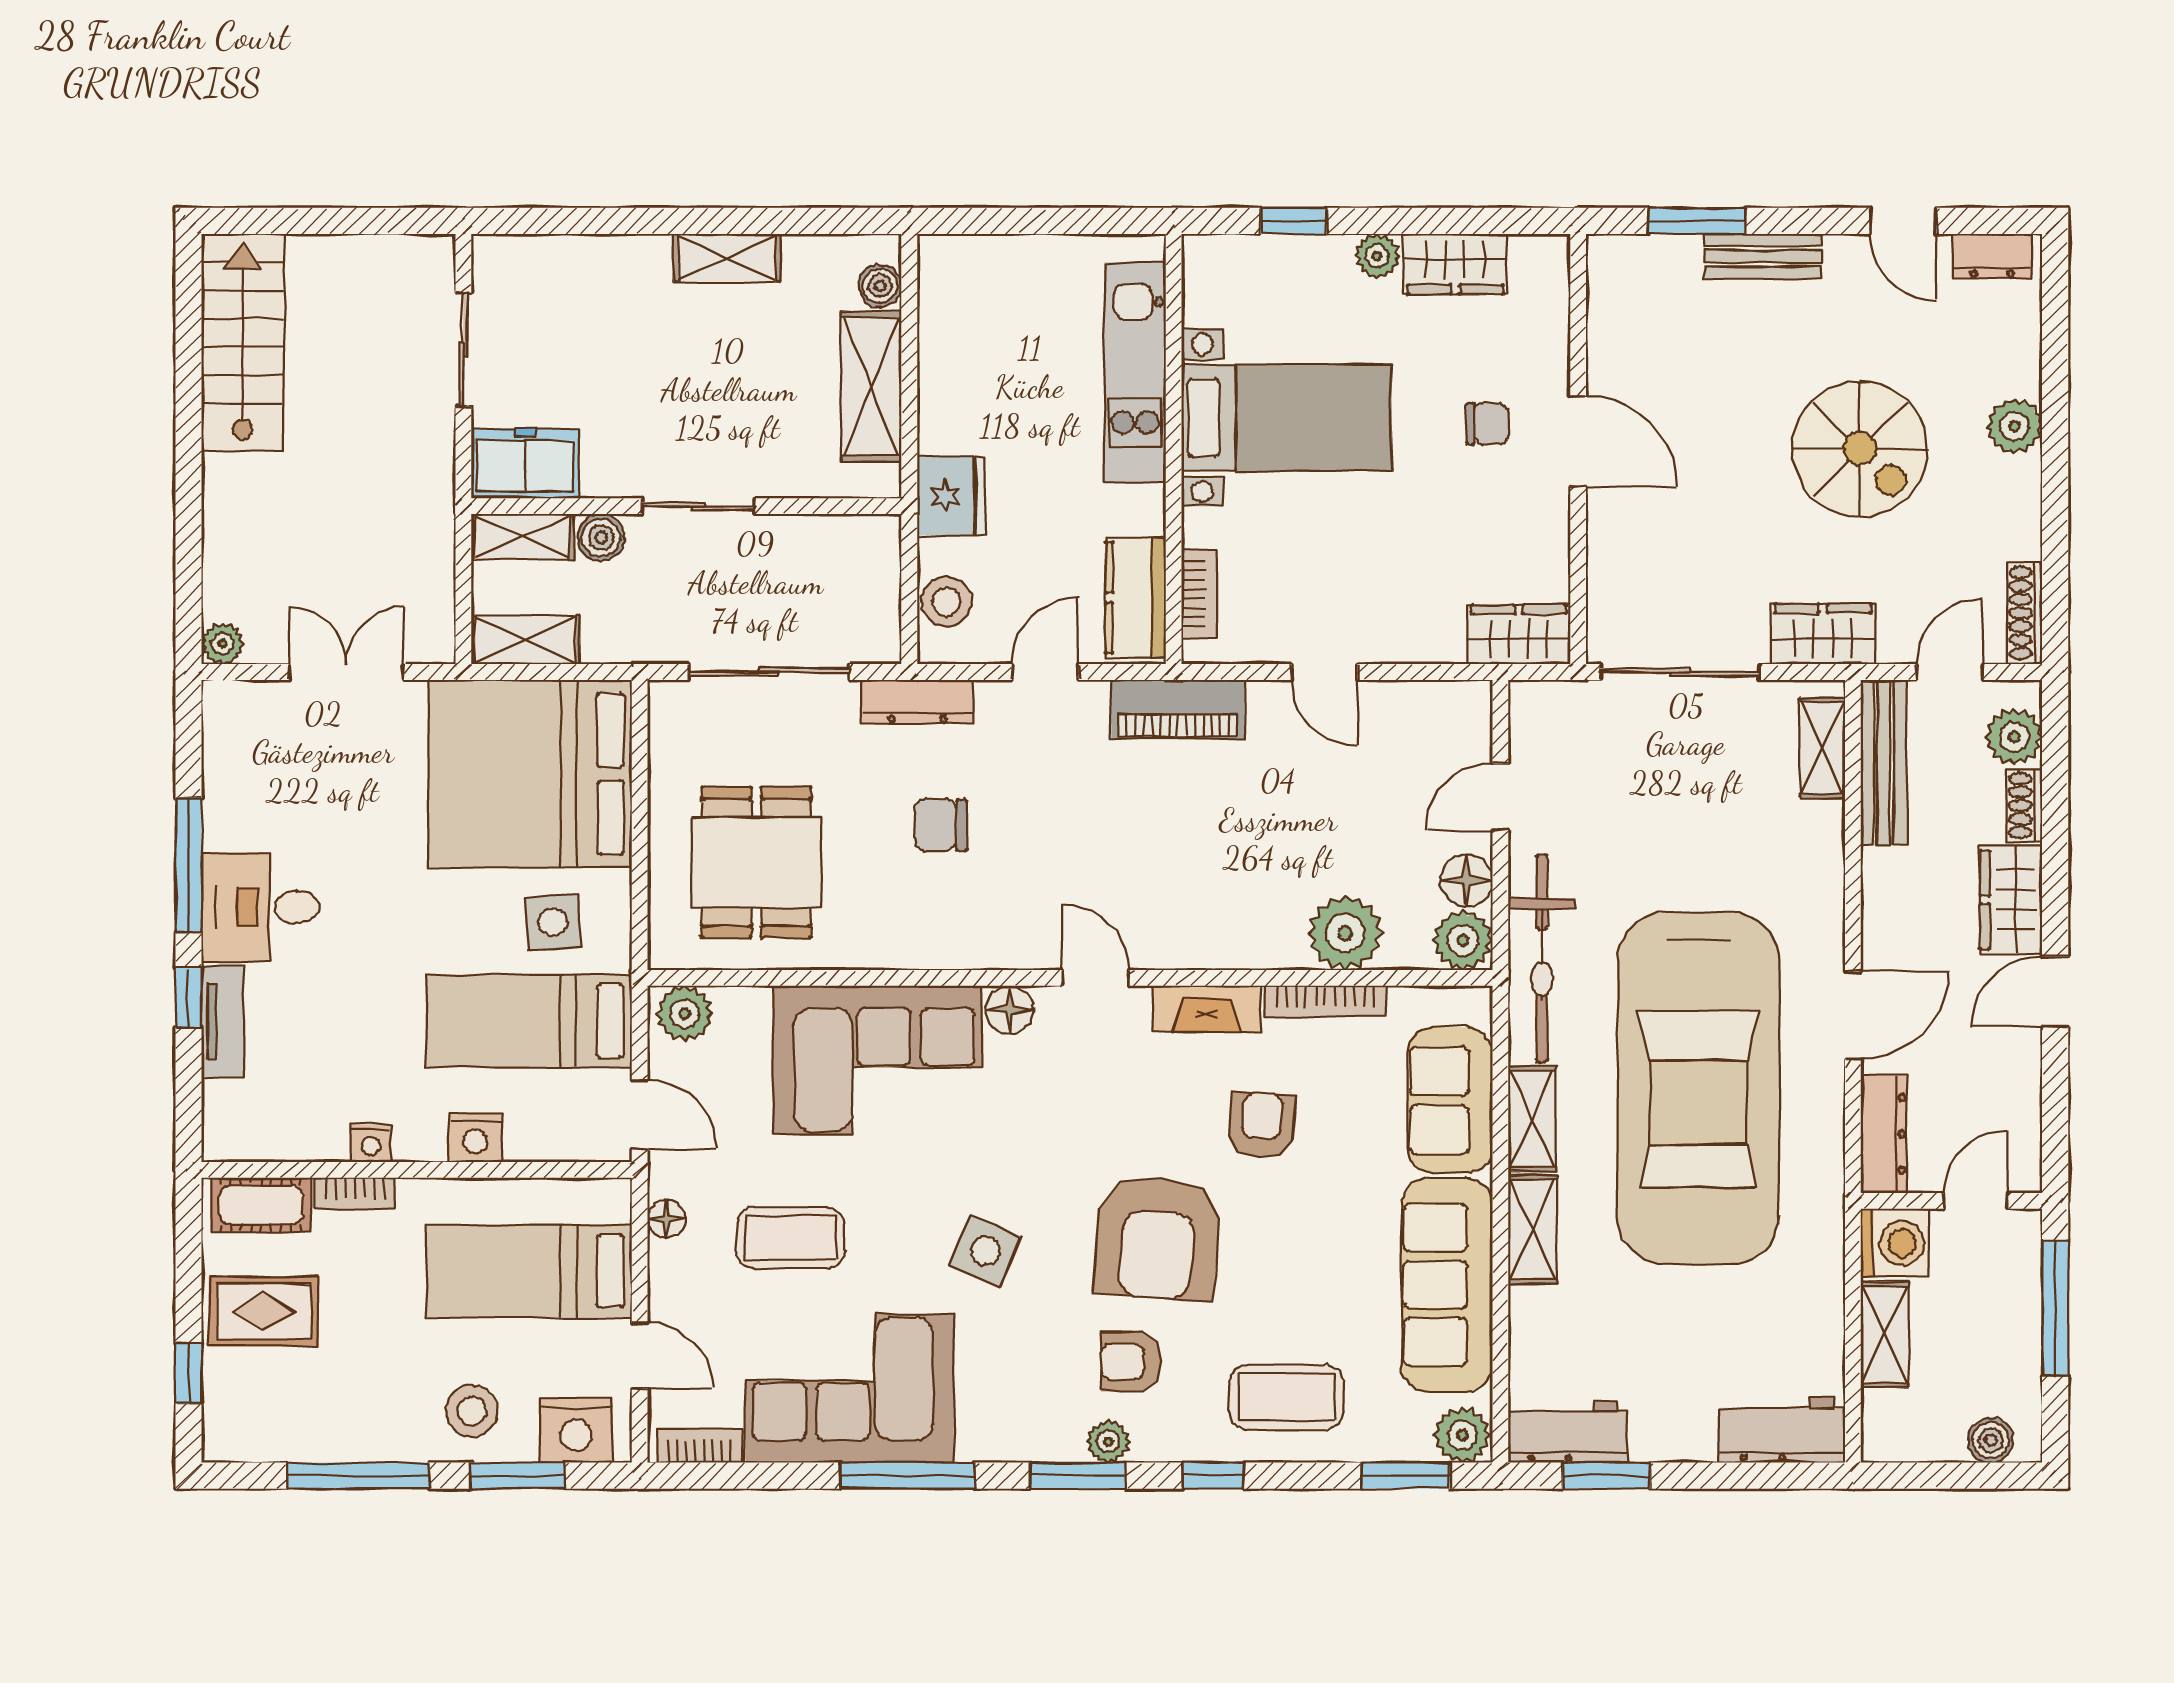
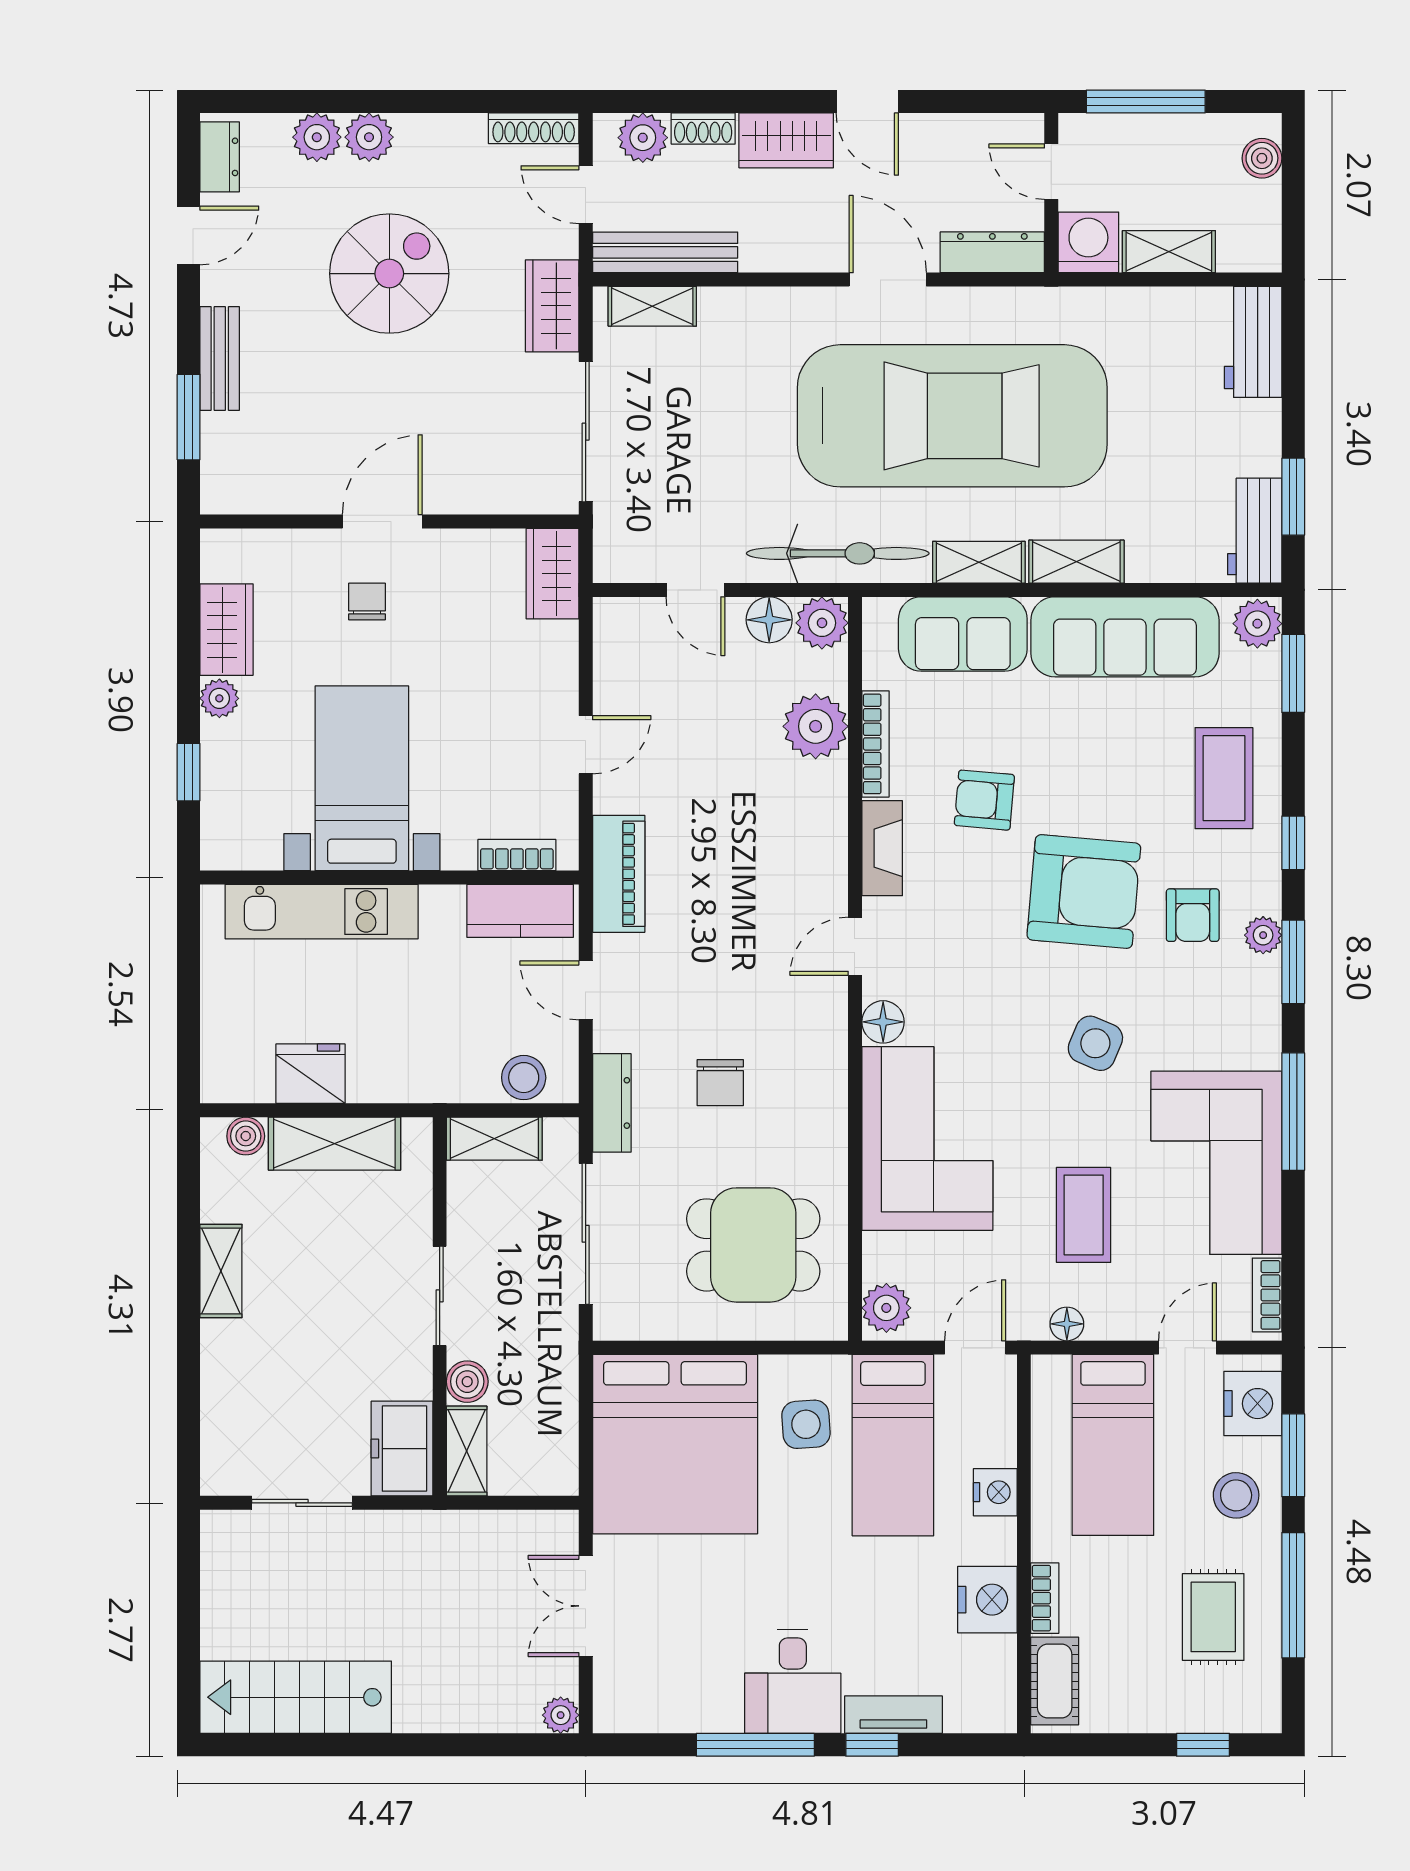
plant: (2015, 367) -> (317, 137), added
fridge: (951, 496) -> (310, 1074), moved
shelving: (525, 640) -> (494, 1139), moved, turned 90
nightstand: (371, 1143) -> (987, 1600), width x1.89, depth x1.79
rug: (264, 1311) -> (1213, 1617), moved

